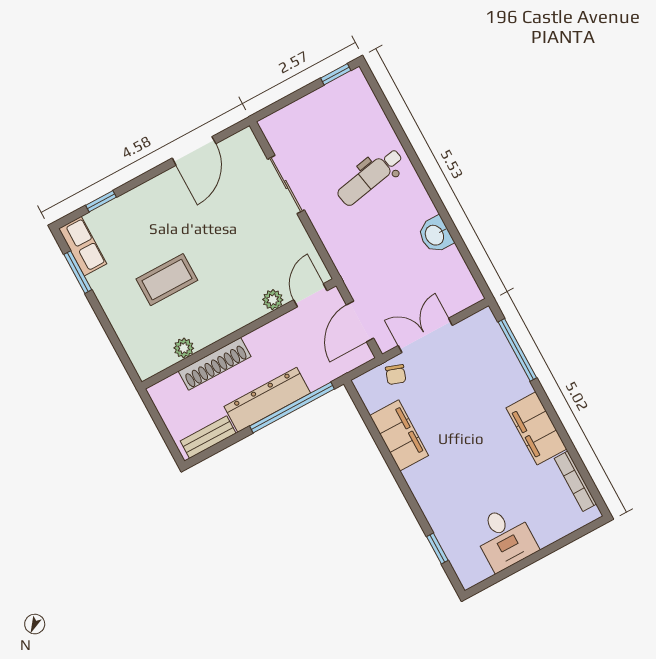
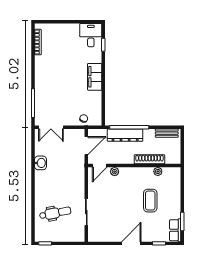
door: (194, 151) -> (131, 243), moved
dental chair: (370, 177) -> (55, 213), moved
coffee table: (167, 280) -> (150, 201), turned 90
double door: (425, 335) -> (51, 127), moved
dresser: (267, 400) -> (125, 135), moved
filing cabinet: (536, 428) -> (42, 70), removed
filing cabinet: (399, 435) -> (95, 77), moved
desk: (505, 538) -> (91, 35), moved

